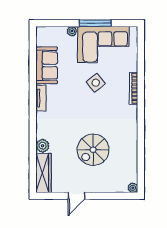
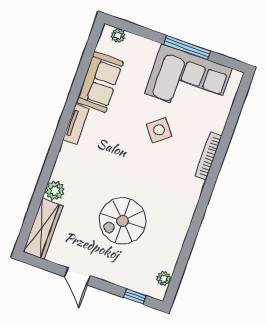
plant: (72, 31) -> (118, 36), moved
plant: (133, 188) -> (164, 279), moved
door: (77, 196) -> (77, 276), hinge flipped
window: (118, 196) -> (135, 296), added

